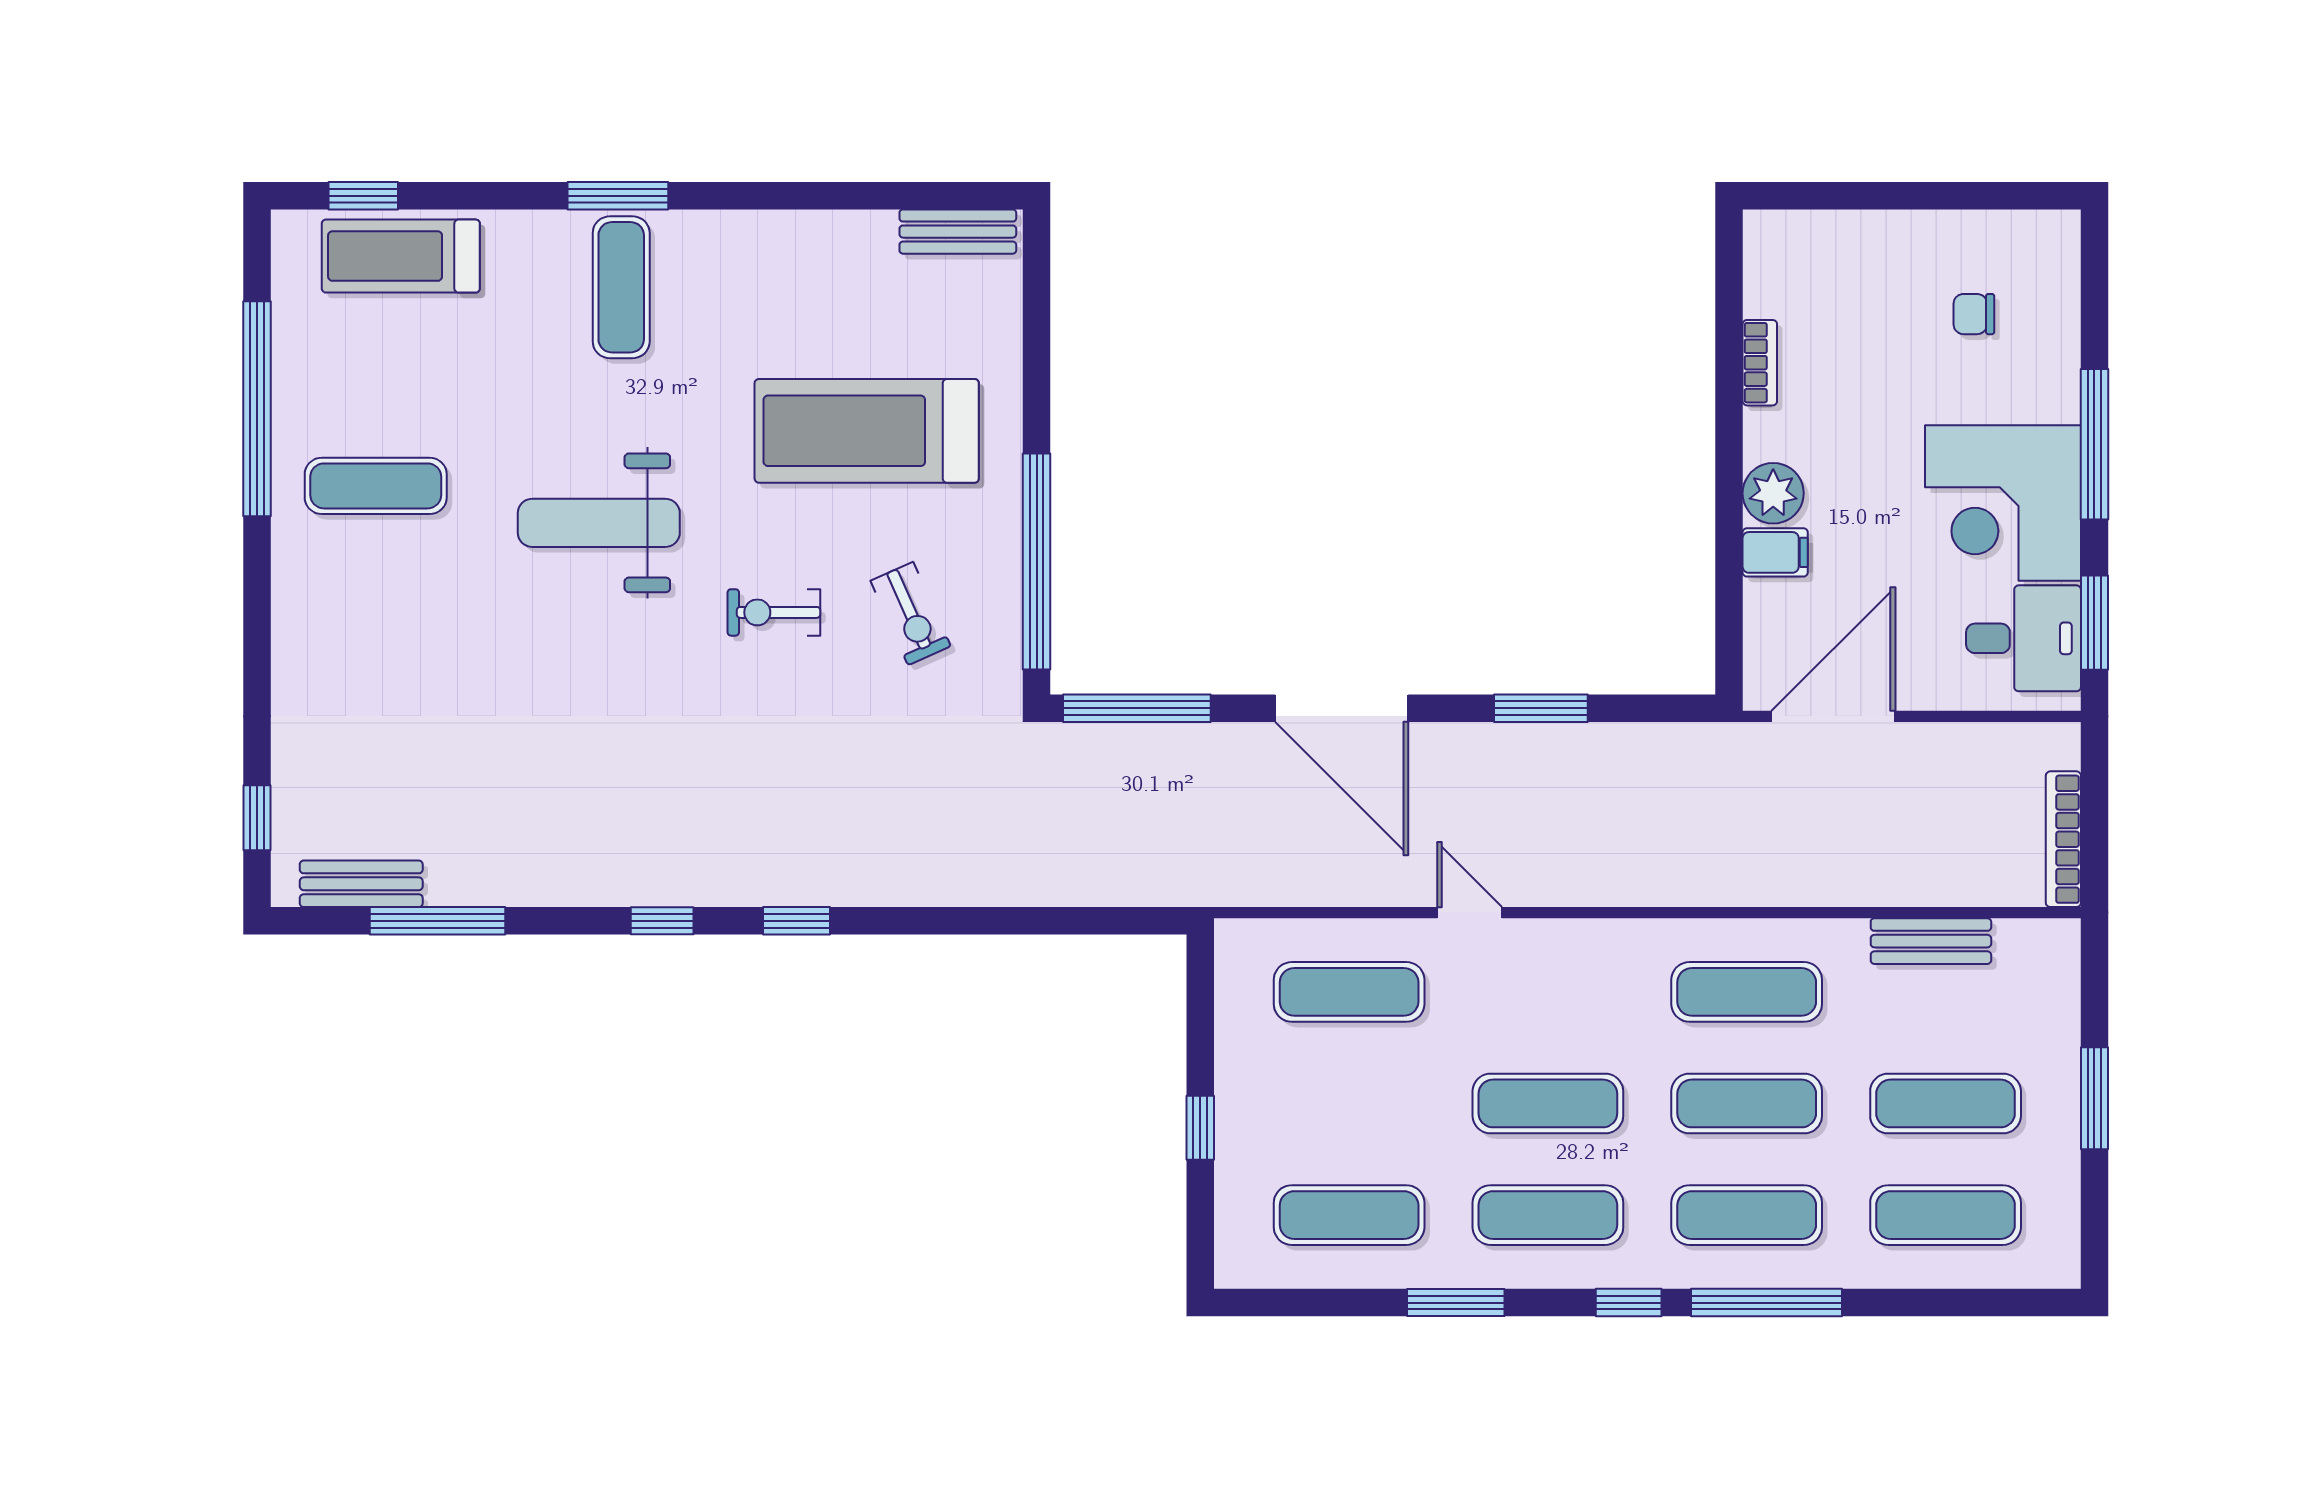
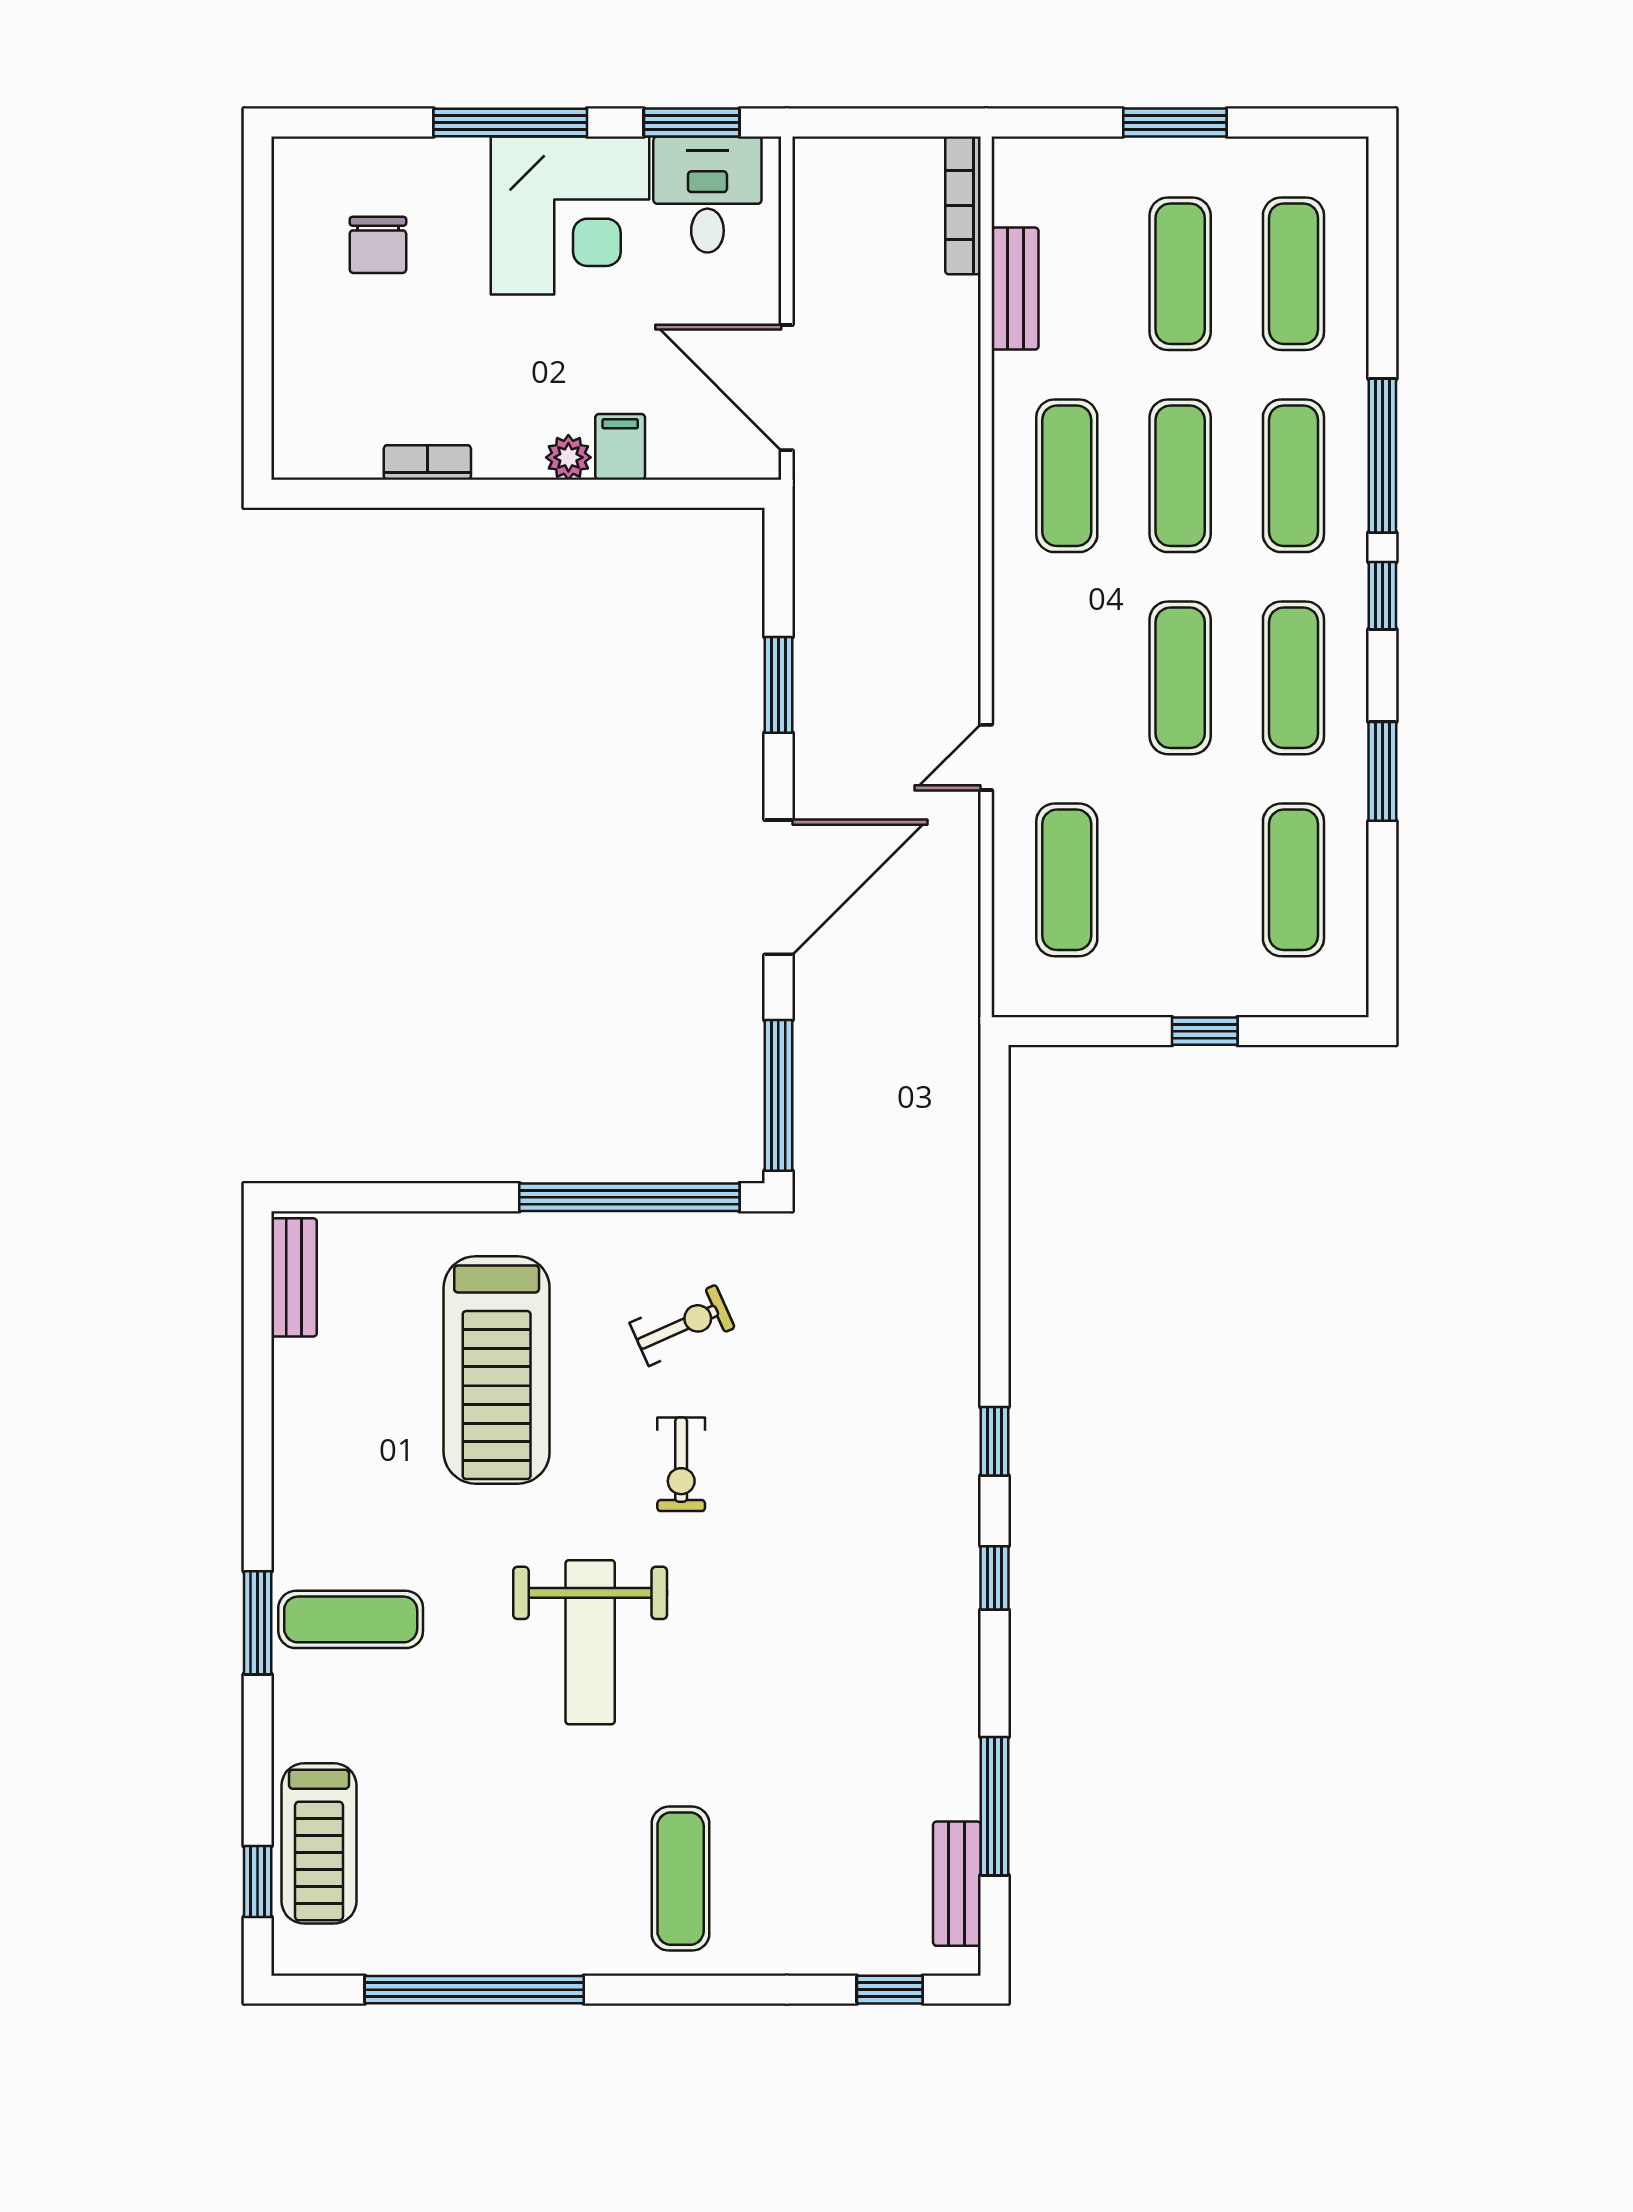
chair: (1974, 314) -> (378, 245), width x1.37, depth x1.37
exercise mat: (376, 486) -> (681, 1879), moved
plant: (1773, 493) -> (568, 457), width x0.73, depth x0.73
bookcase: (2063, 839) -> (963, 205), moved, turned 90

